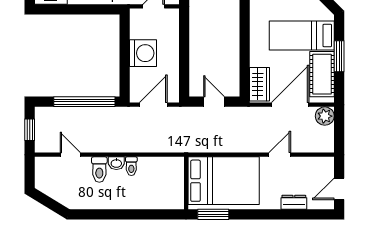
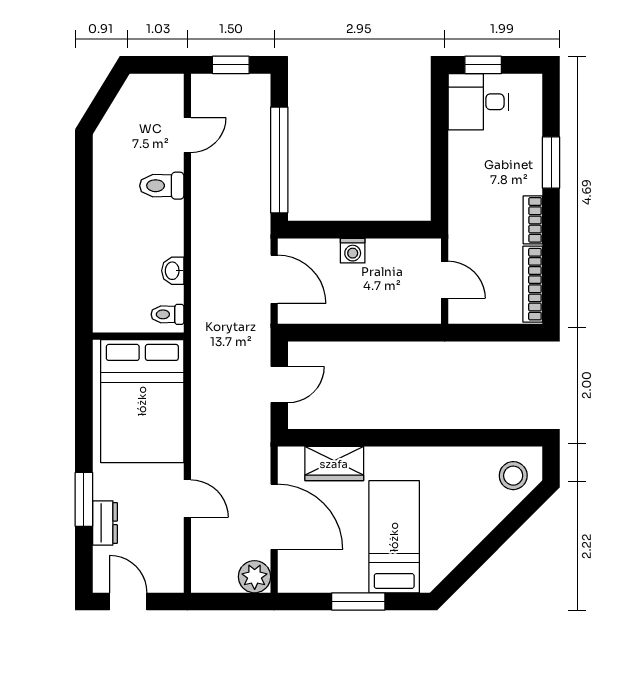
washing machine: (143, 53) -> (353, 251), width x0.53, depth x0.53
cot: (322, 74) -> (327, 572), removed
wardrobe: (260, 84) -> (334, 464), moved
washbasin: (116, 163) -> (173, 271), moved
toilet: (131, 166) -> (168, 314), moved
window: (213, 214) -> (84, 499), moved

